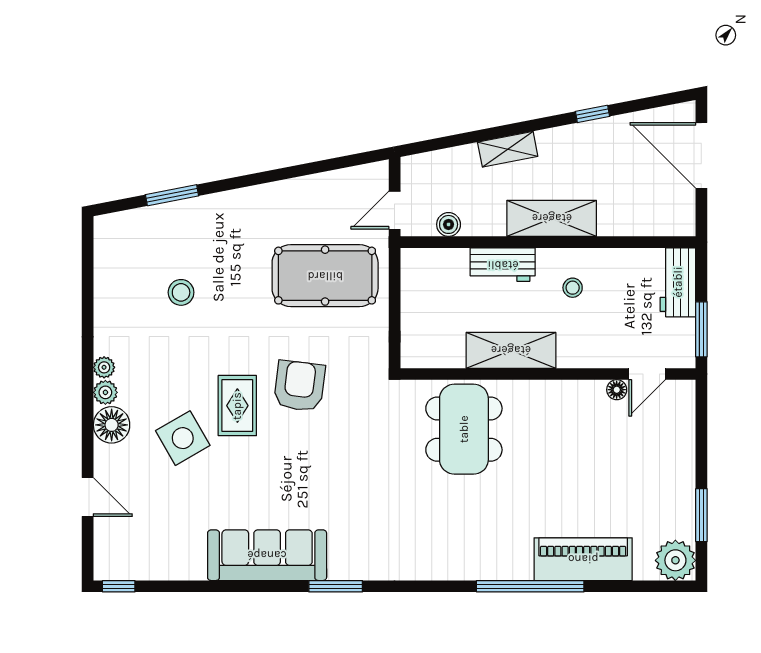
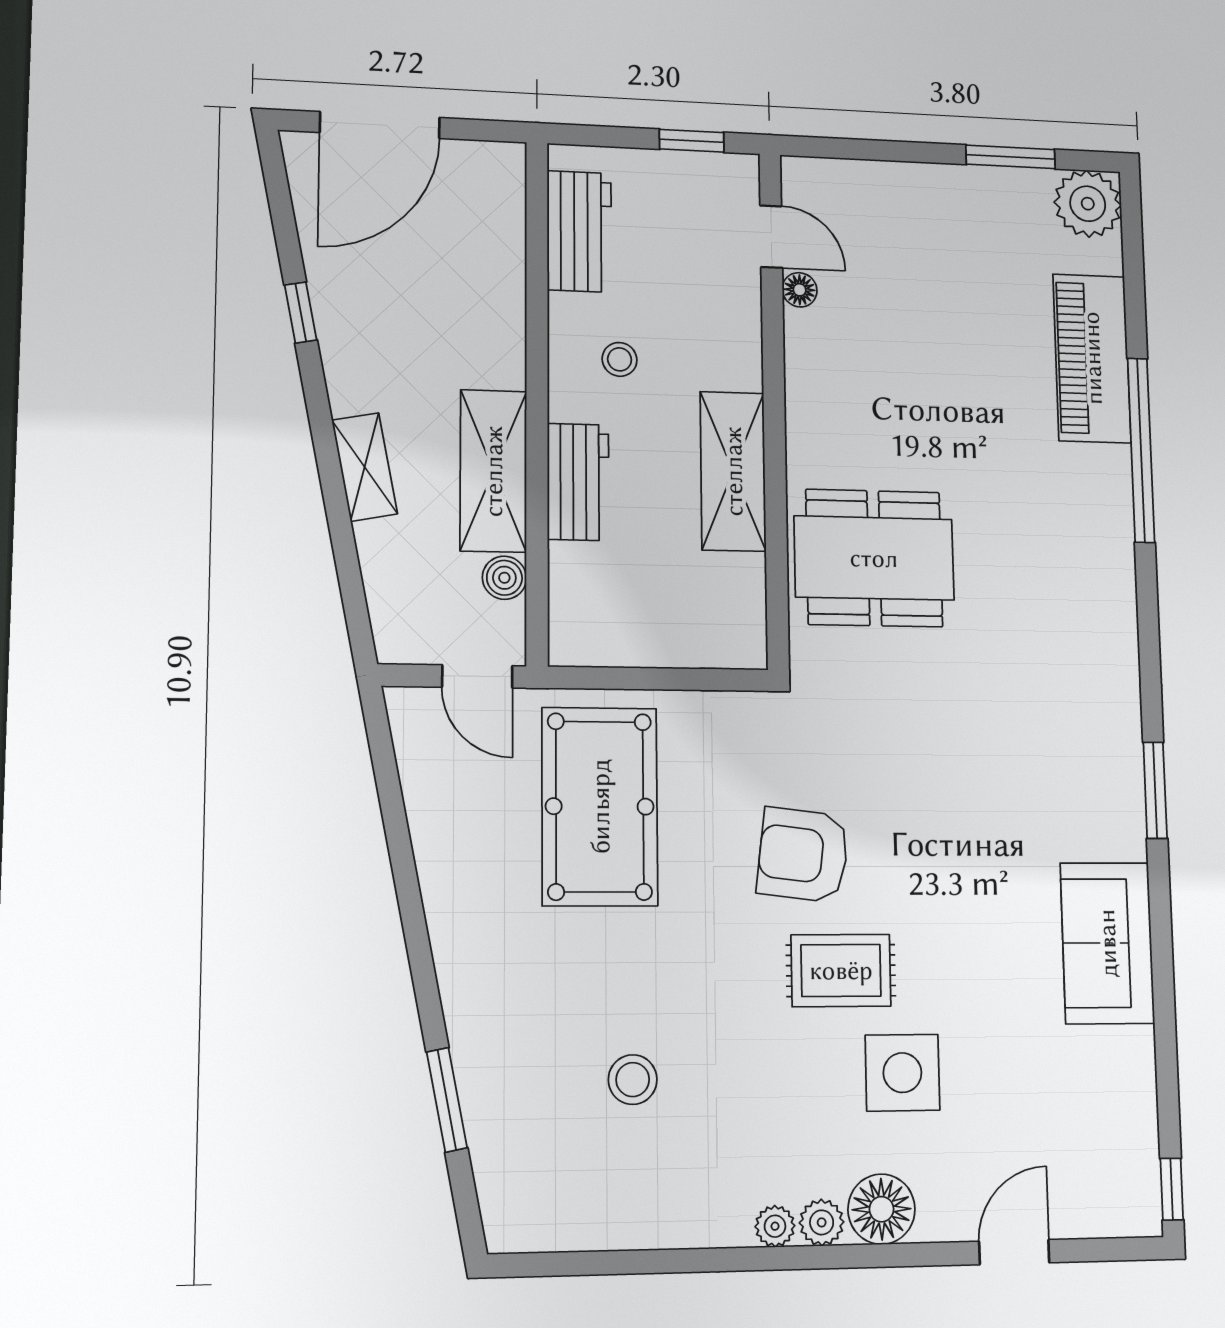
shelving: (552, 218) -> (493, 471), moved
workbench: (678, 282) -> (579, 231), moved, turned -90
window: (701, 329) -> (692, 141), width x0.67
side table: (183, 438) -> (902, 1073), turned 30
sofa: (267, 555) -> (1107, 943), width x0.73

